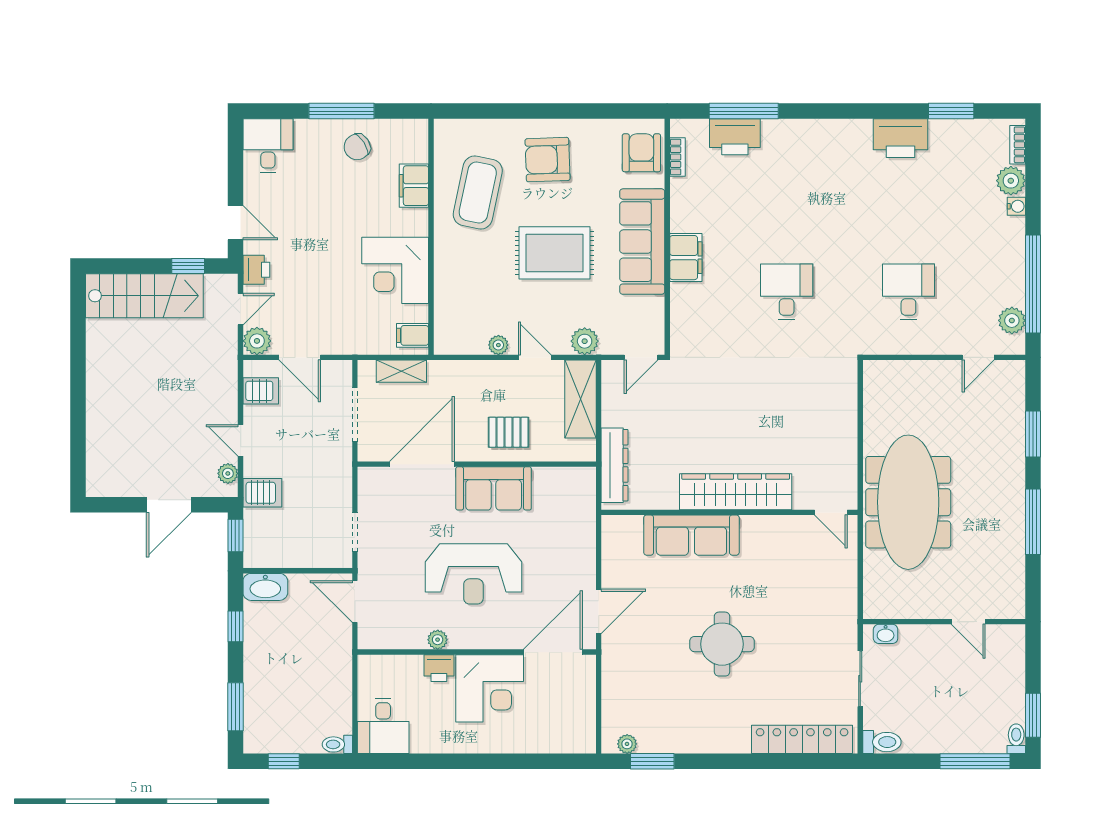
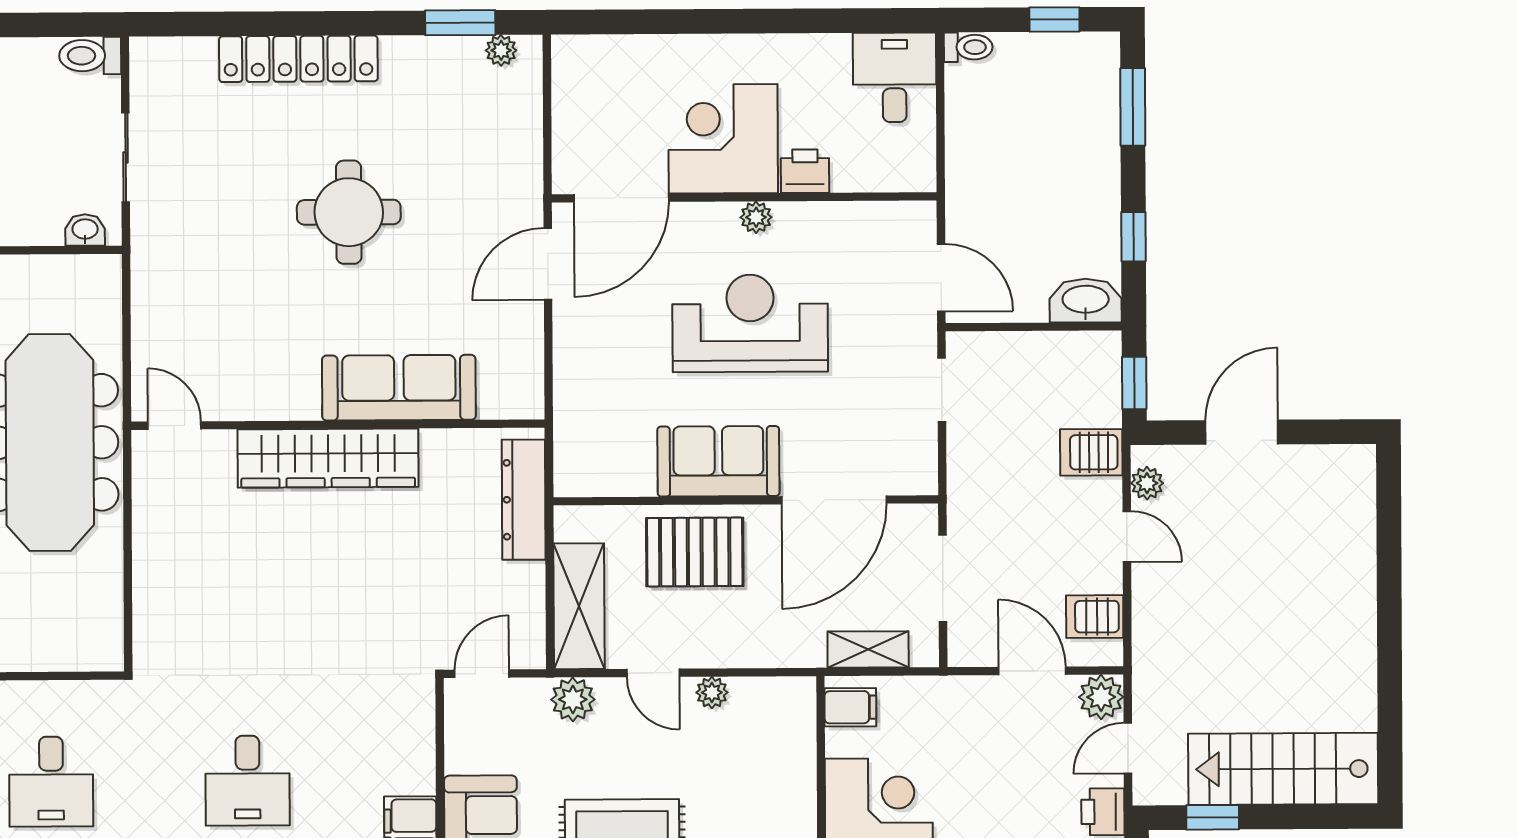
pallet: (509, 432) -> (695, 552), width x1.50, depth x1.42
plant: (438, 640) -> (756, 217), moved
locker: (802, 739) -> (298, 59), moved

